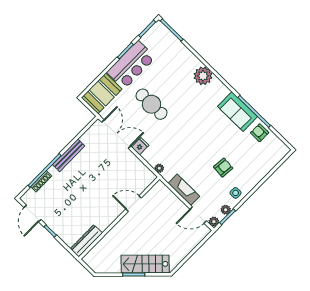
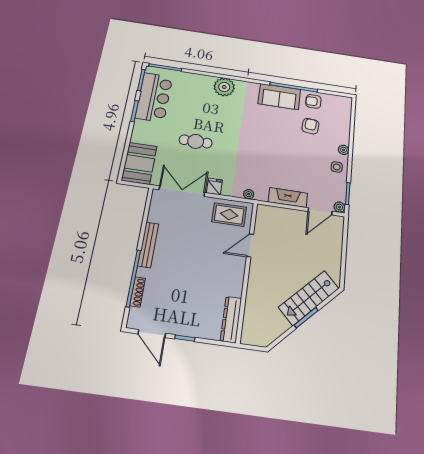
bar counter: (131, 65) -> (154, 97), moved
cafe table: (152, 104) -> (196, 141), width x0.73, depth x0.74
armchair: (223, 168) -> (310, 126), moved
rug: (136, 173) -> (229, 215), added
plant: (226, 210) -> (343, 150), moved

